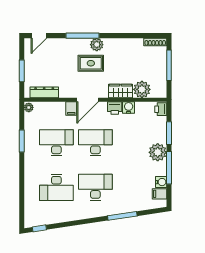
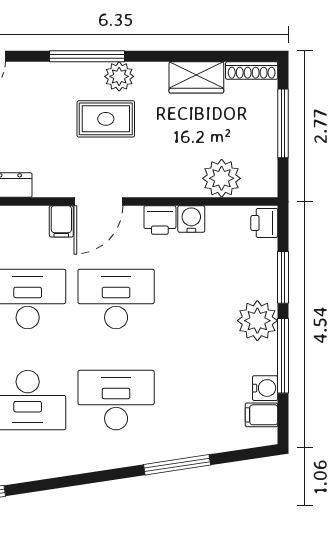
wardrobe: (121, 91) -> (196, 77), moved, turned 180

